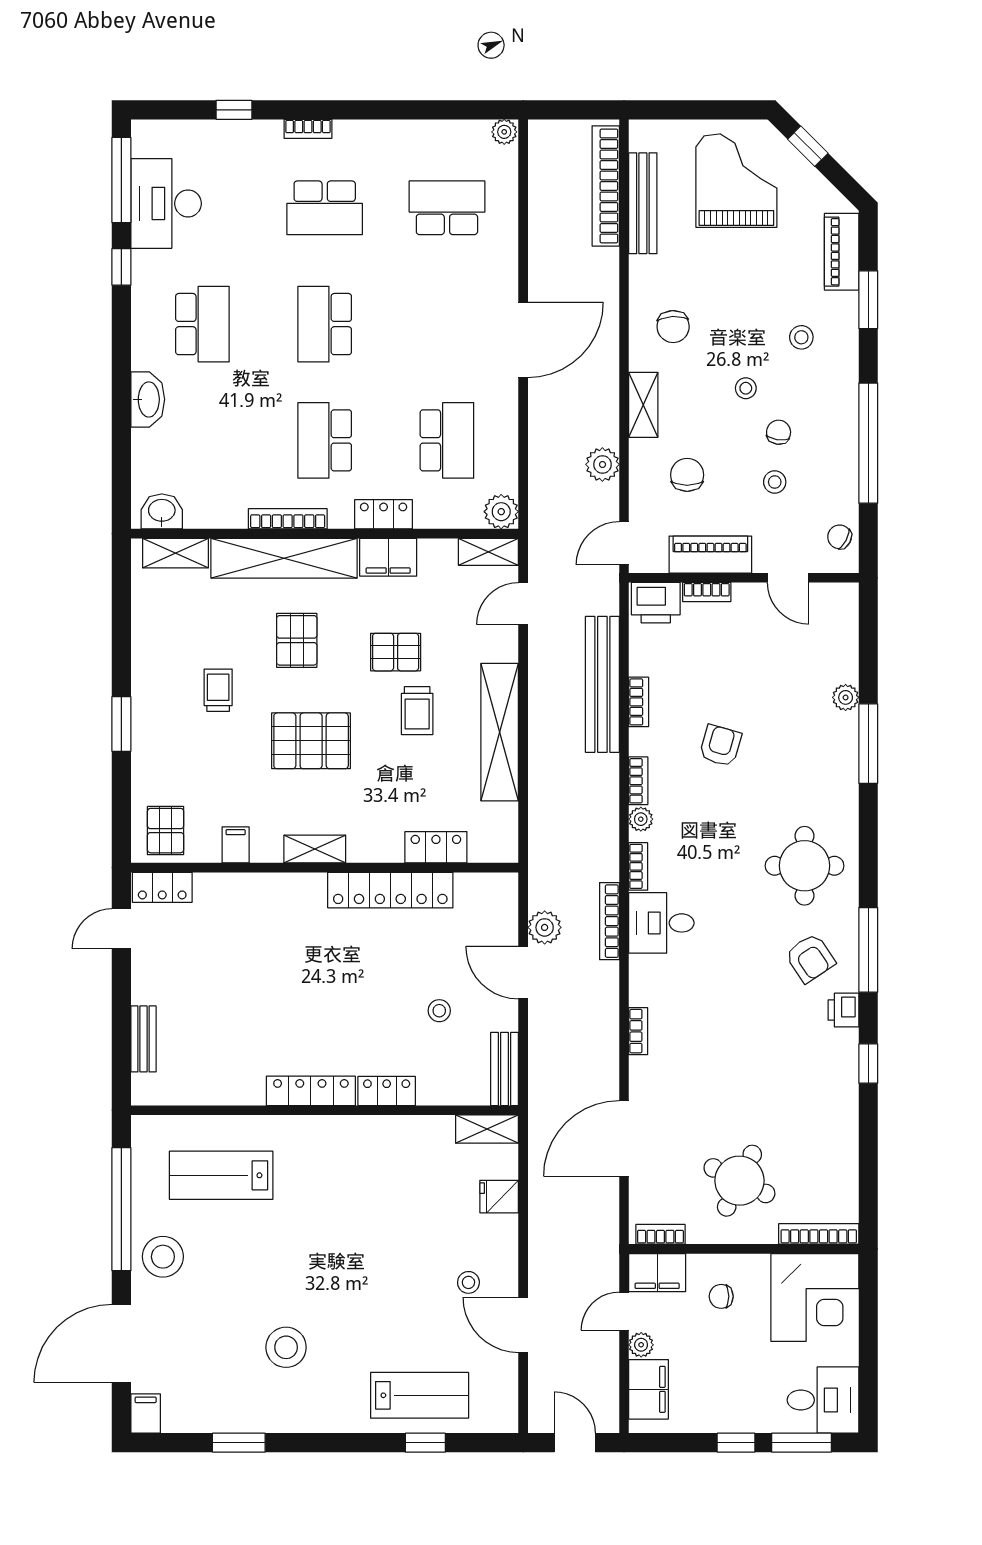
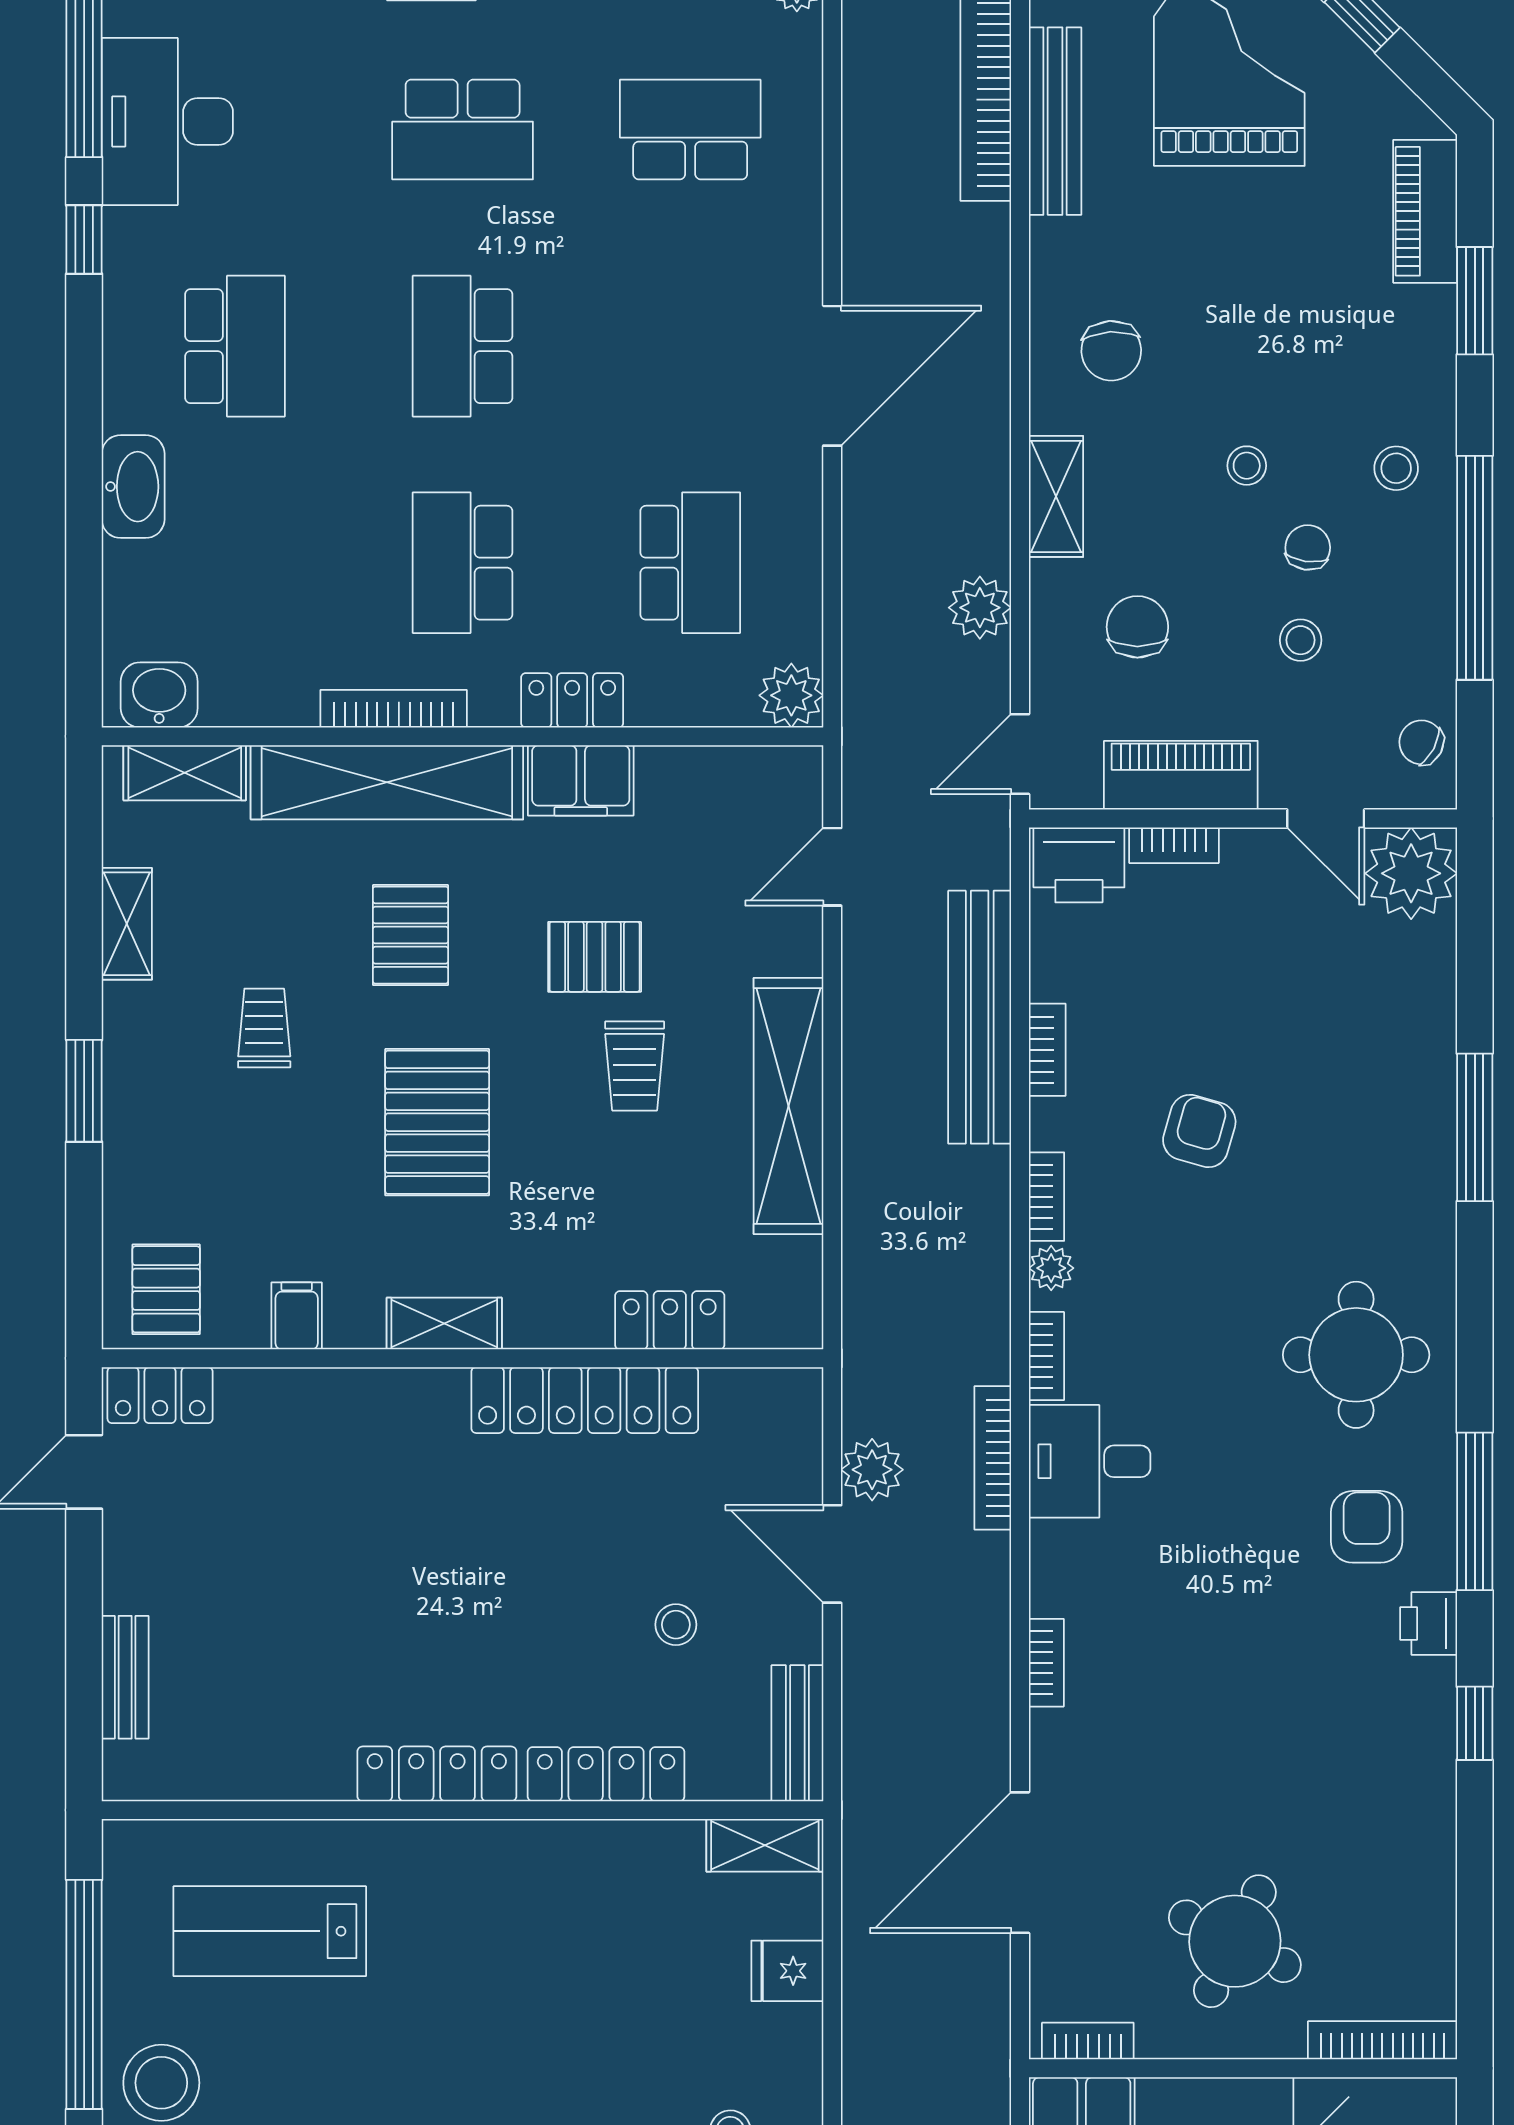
stool: (801, 337) -> (1396, 468), moved
shelving: (488, 552) -> (127, 924), moved, turned 90
plant: (846, 697) -> (1411, 873), moved, width x1.87, depth x1.87
pallet: (311, 741) -> (437, 1122), turned 90
armchair: (810, 958) -> (1367, 1527), turned -146
locker: (387, 1091) -> (606, 1774), width x1.53

